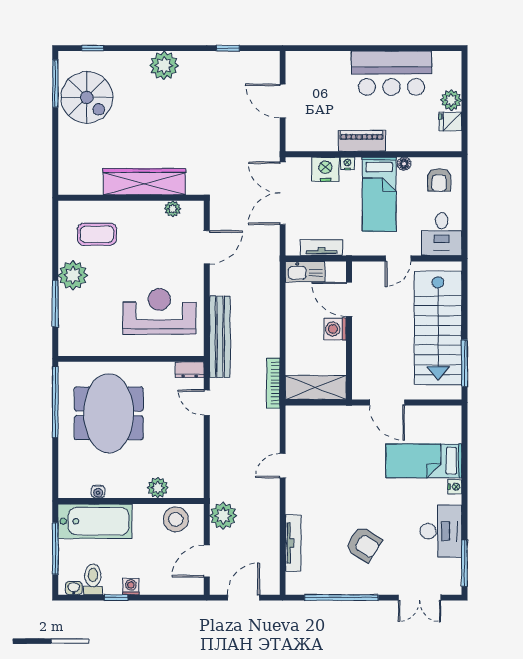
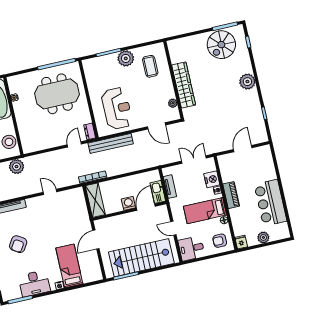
fridge: (450, 122) -> (241, 242), moved
double door: (283, 193) -> (194, 160), width x0.73
kitchen sink: (305, 272) -> (158, 192), moved
plant: (158, 488) -> (24, 129), removed

